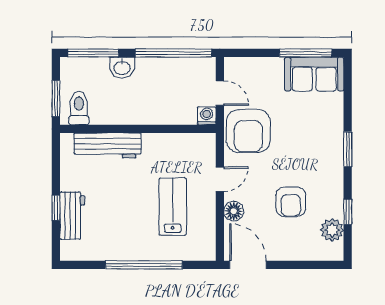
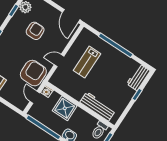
shower: (159, 107) -> (65, 108), added
floor lamp: (234, 211) -> (62, 43), removed
workbench: (72, 216) -> (138, 77), moved

